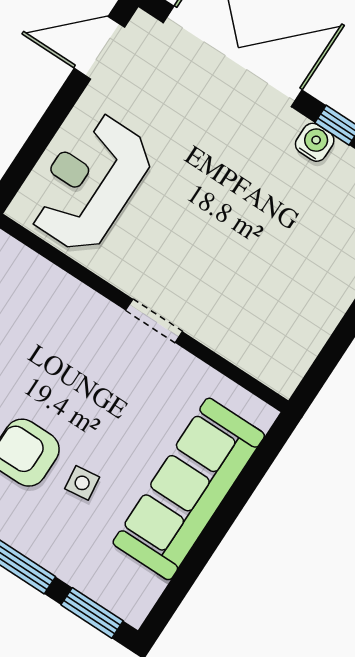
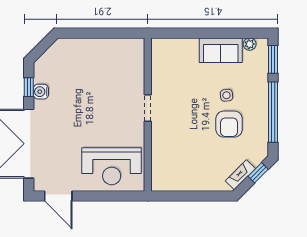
sofa: (189, 489) -> (221, 50), width x0.54, depth x0.79
plant: (149, 588) -> (250, 44), added

